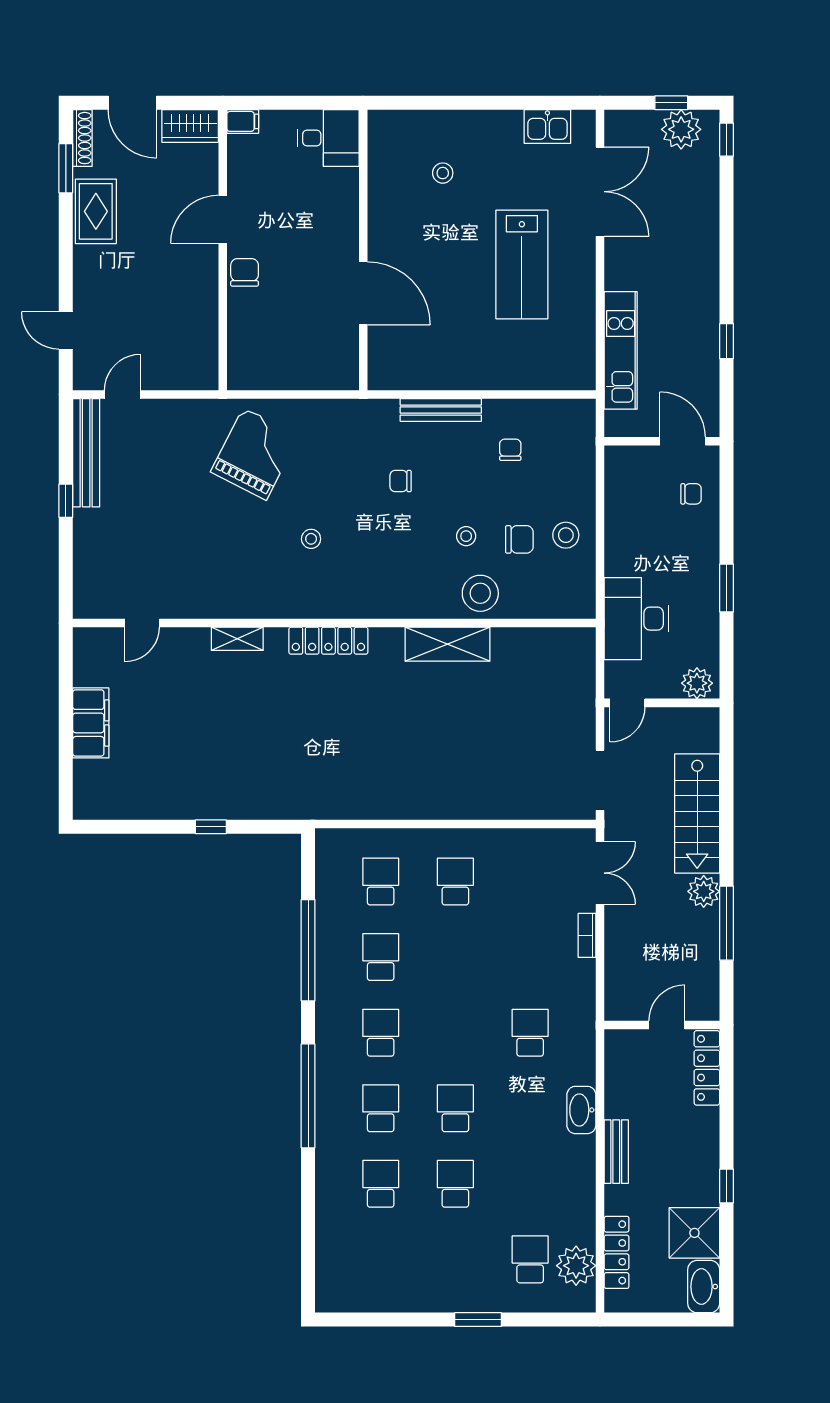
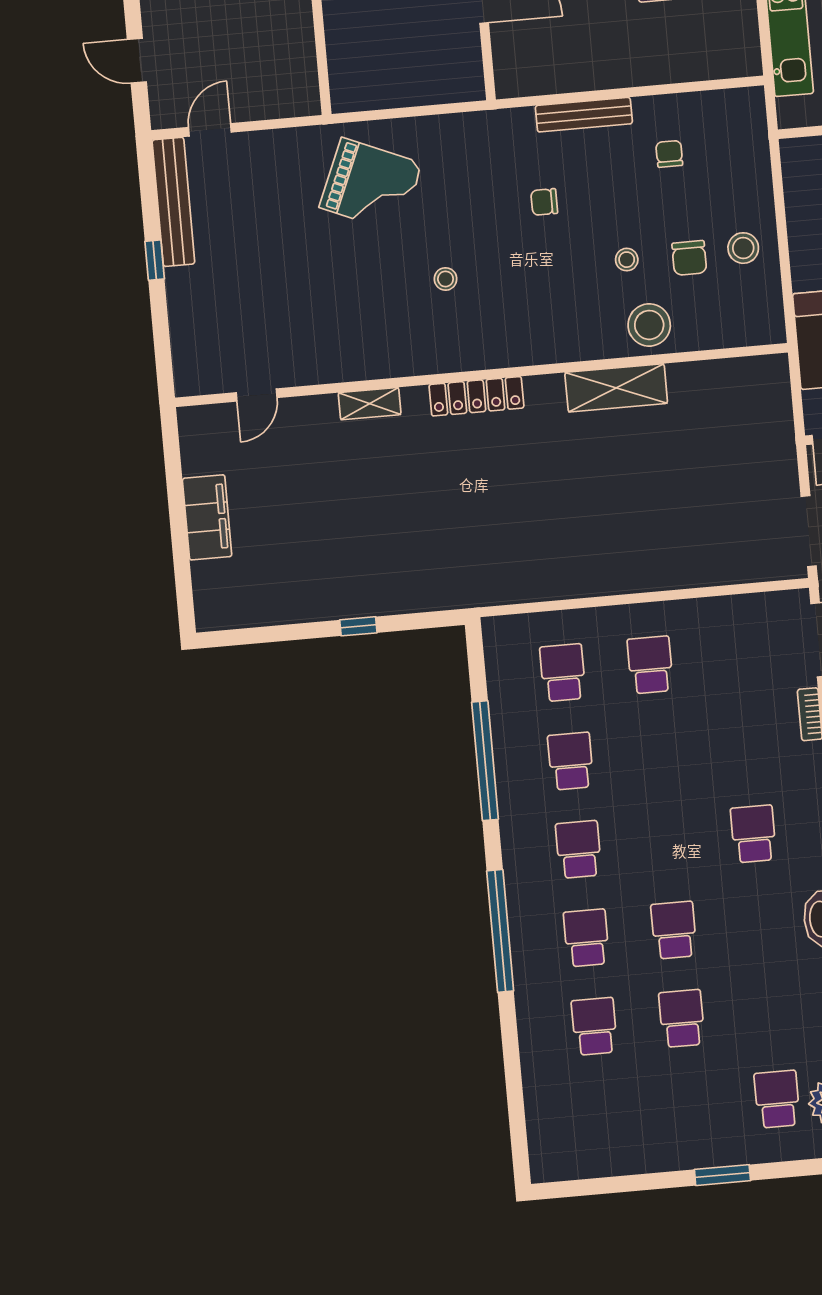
grand piano: (255, 454) -> (371, 185), turned 86
chair: (519, 539) -> (689, 258), turned 90

